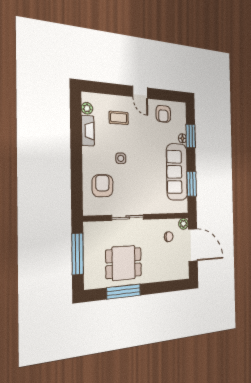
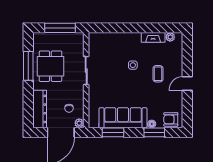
armchair: (163, 114) -> (171, 119), moved
coffee table: (119, 118) -> (158, 74), moved
armchair: (102, 186) -> (111, 49), removed
dresser: (170, 272) -> (40, 109), added

